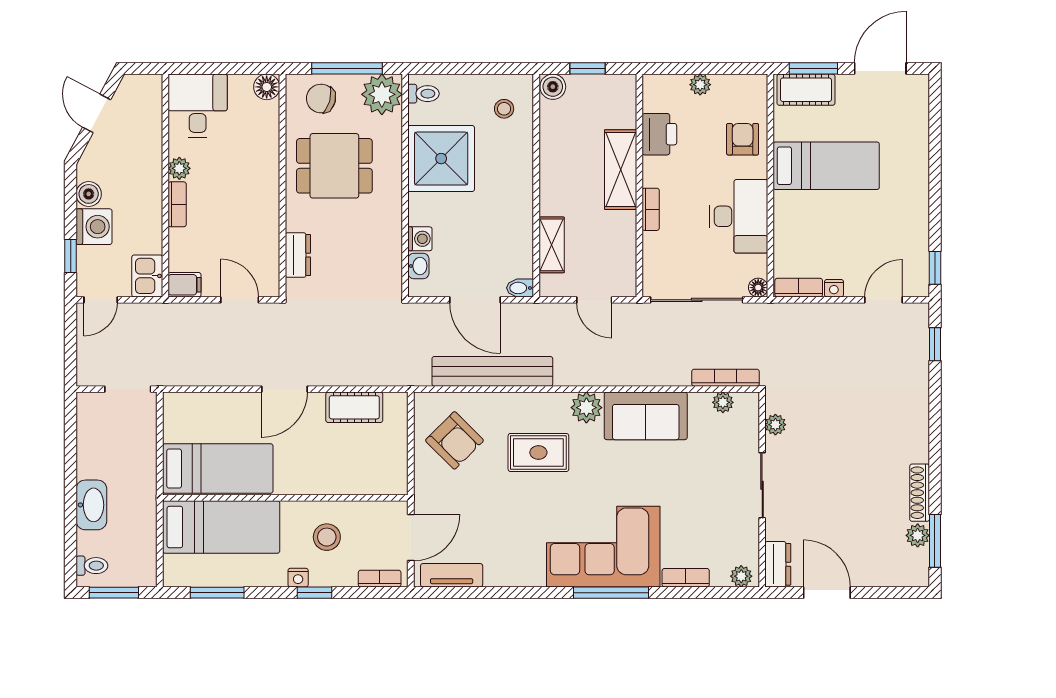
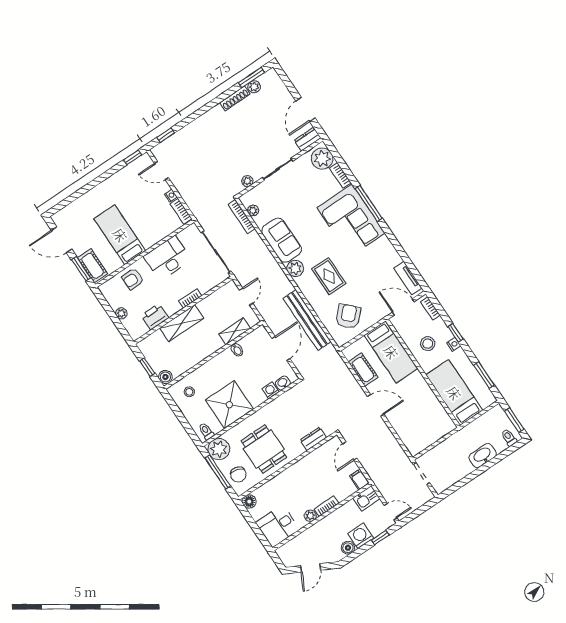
bidet: (520, 288) -> (237, 350), moved
floor lamp: (758, 288) -> (193, 229), removed
bed: (218, 469) -> (391, 352), moved, turned 180
plant: (741, 576) -> (322, 159), width x1.87, depth x1.87

